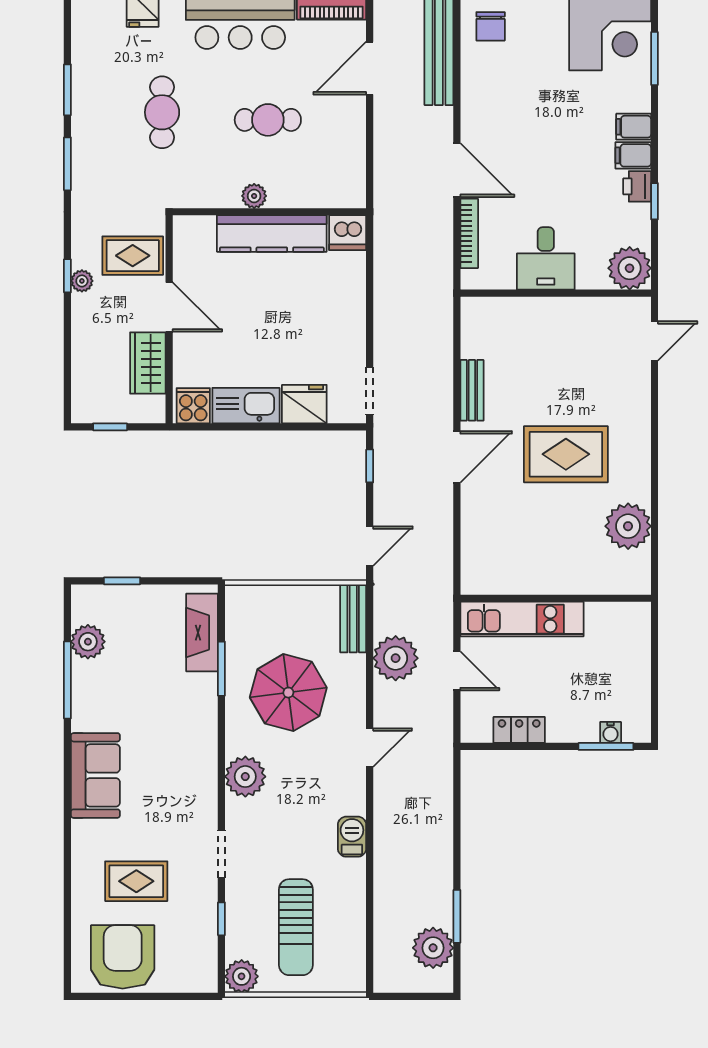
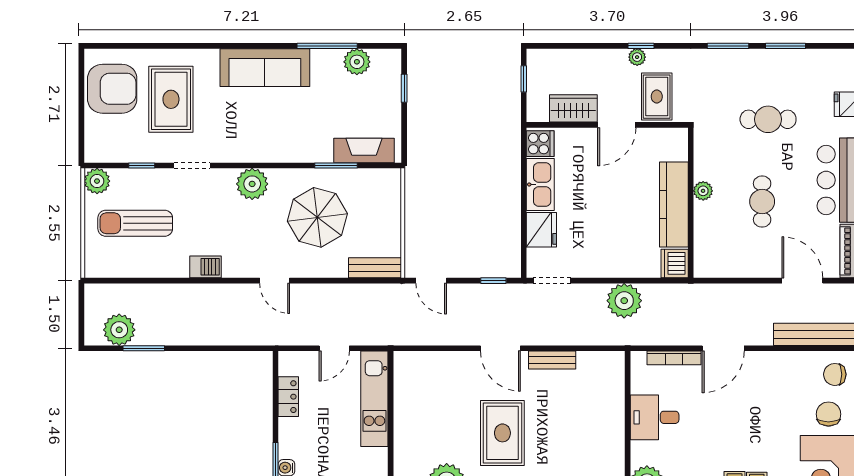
chair: (542, 34) -> (828, 414), added
plant: (396, 658) -> (624, 301), moved
sofa: (95, 775) -> (265, 68), width x1.36
rug: (136, 881) -> (171, 99), width x1.36, depth x1.43

